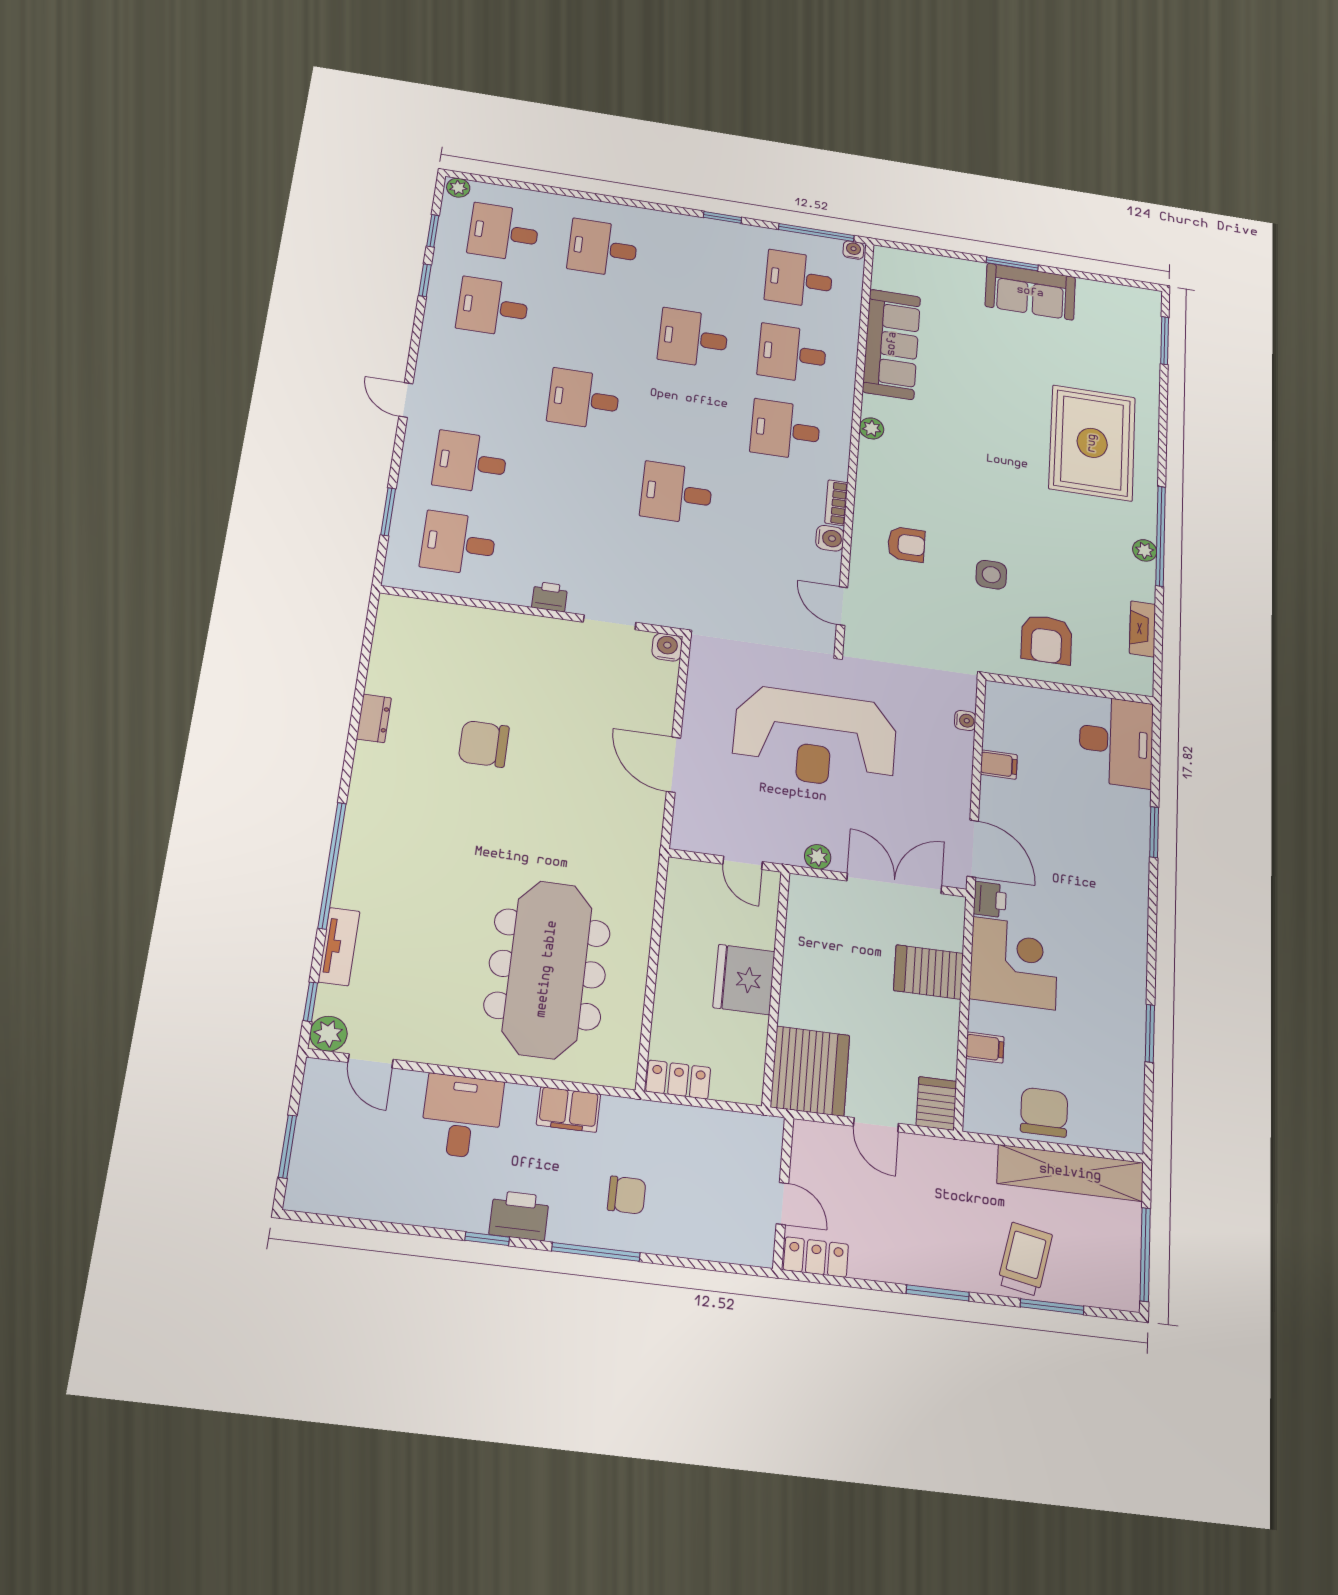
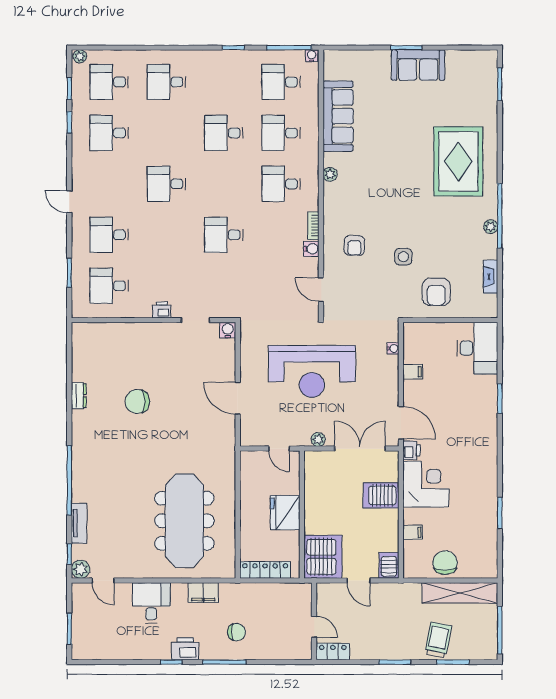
armchair: (906, 544) -> (354, 245), turned 90
locker: (678, 1080) -> (265, 570), width x1.53

